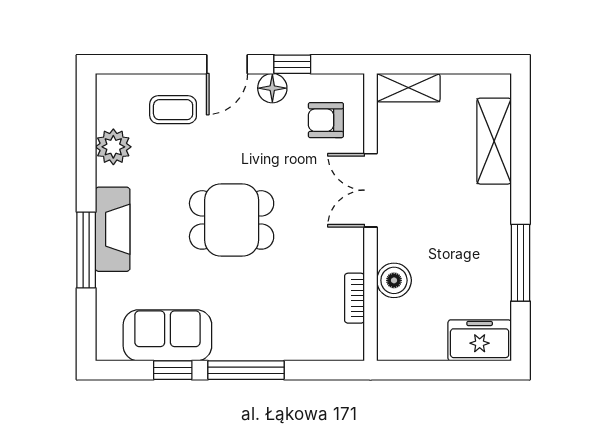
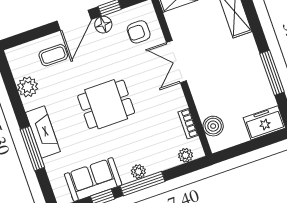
door: (227, 64) -> (74, 20), width x1.38
boiler: (394, 280) -> (213, 126), moved
plant: (246, 348) -> (138, 172), added
plant: (332, 348) -> (186, 155), added

